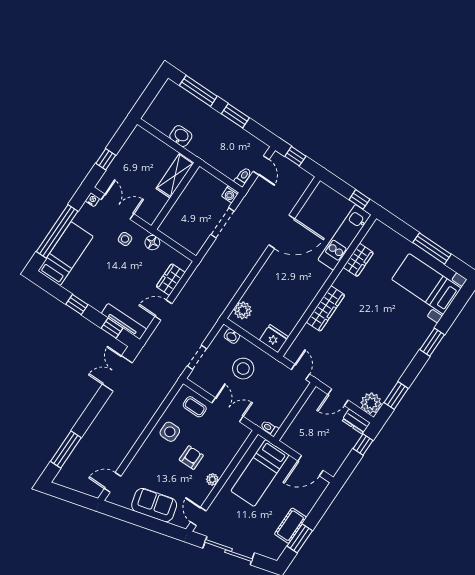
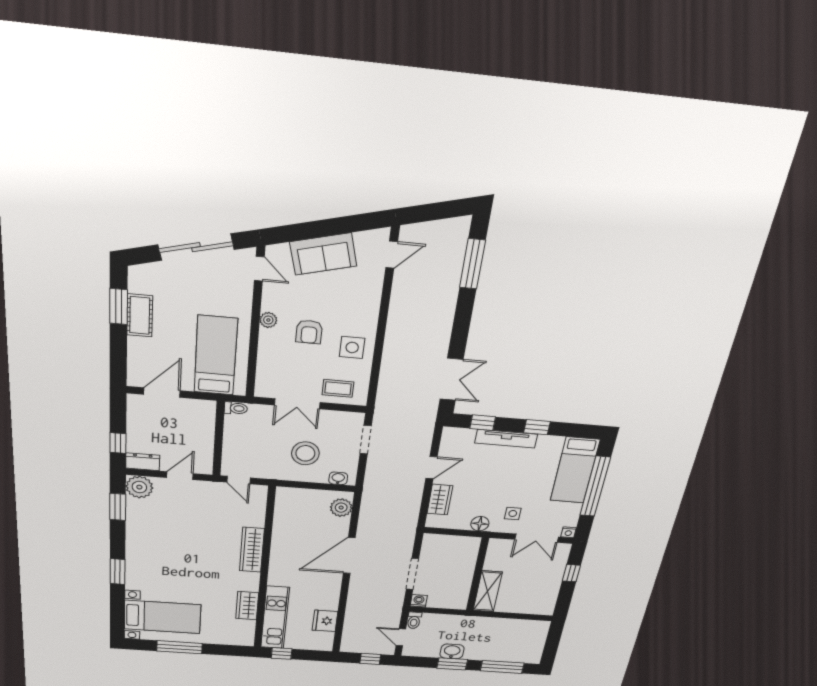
washbasin: (181, 136) -> (452, 651), moved, turned 180
door: (282, 232) -> (349, 556), moved
tv unit: (124, 321) -> (506, 439), moved
fridge: (274, 339) -> (325, 621), moved, turned 90

